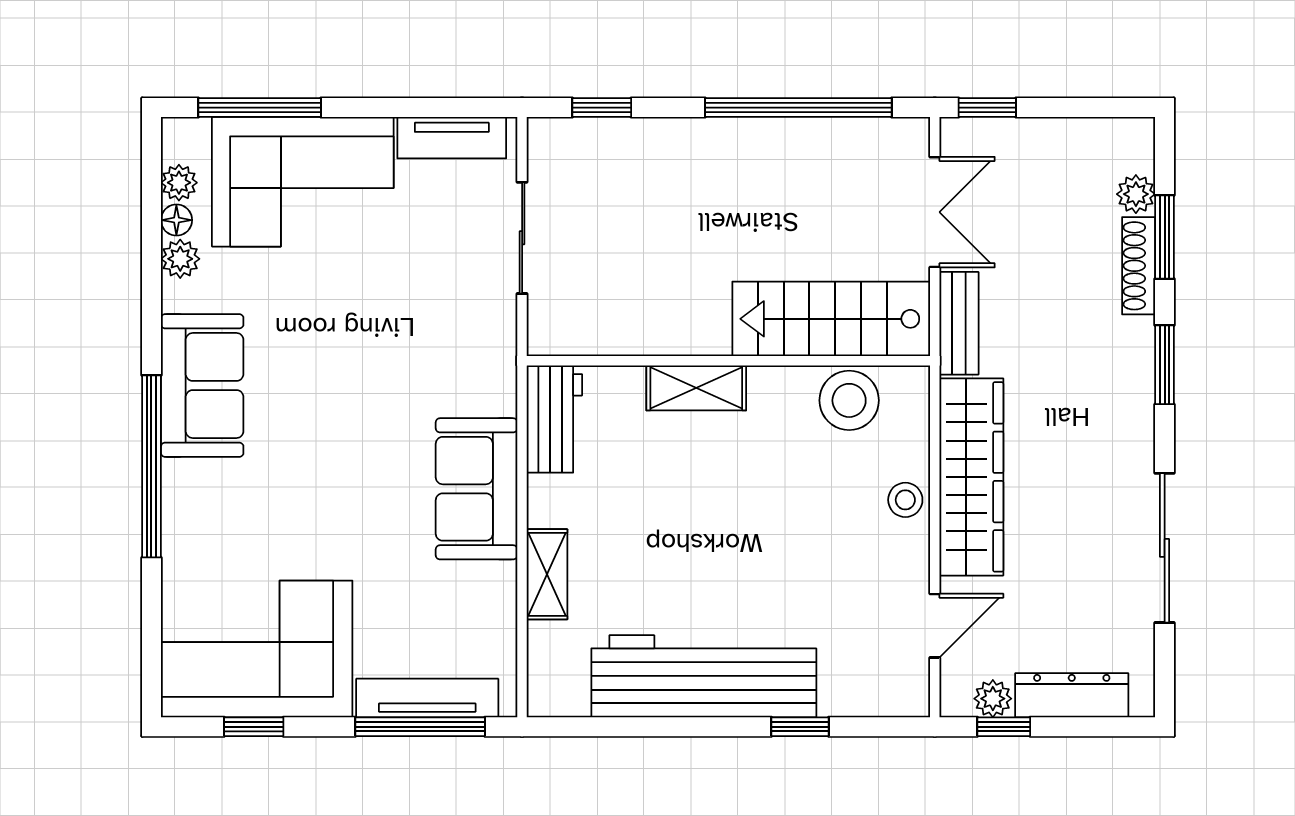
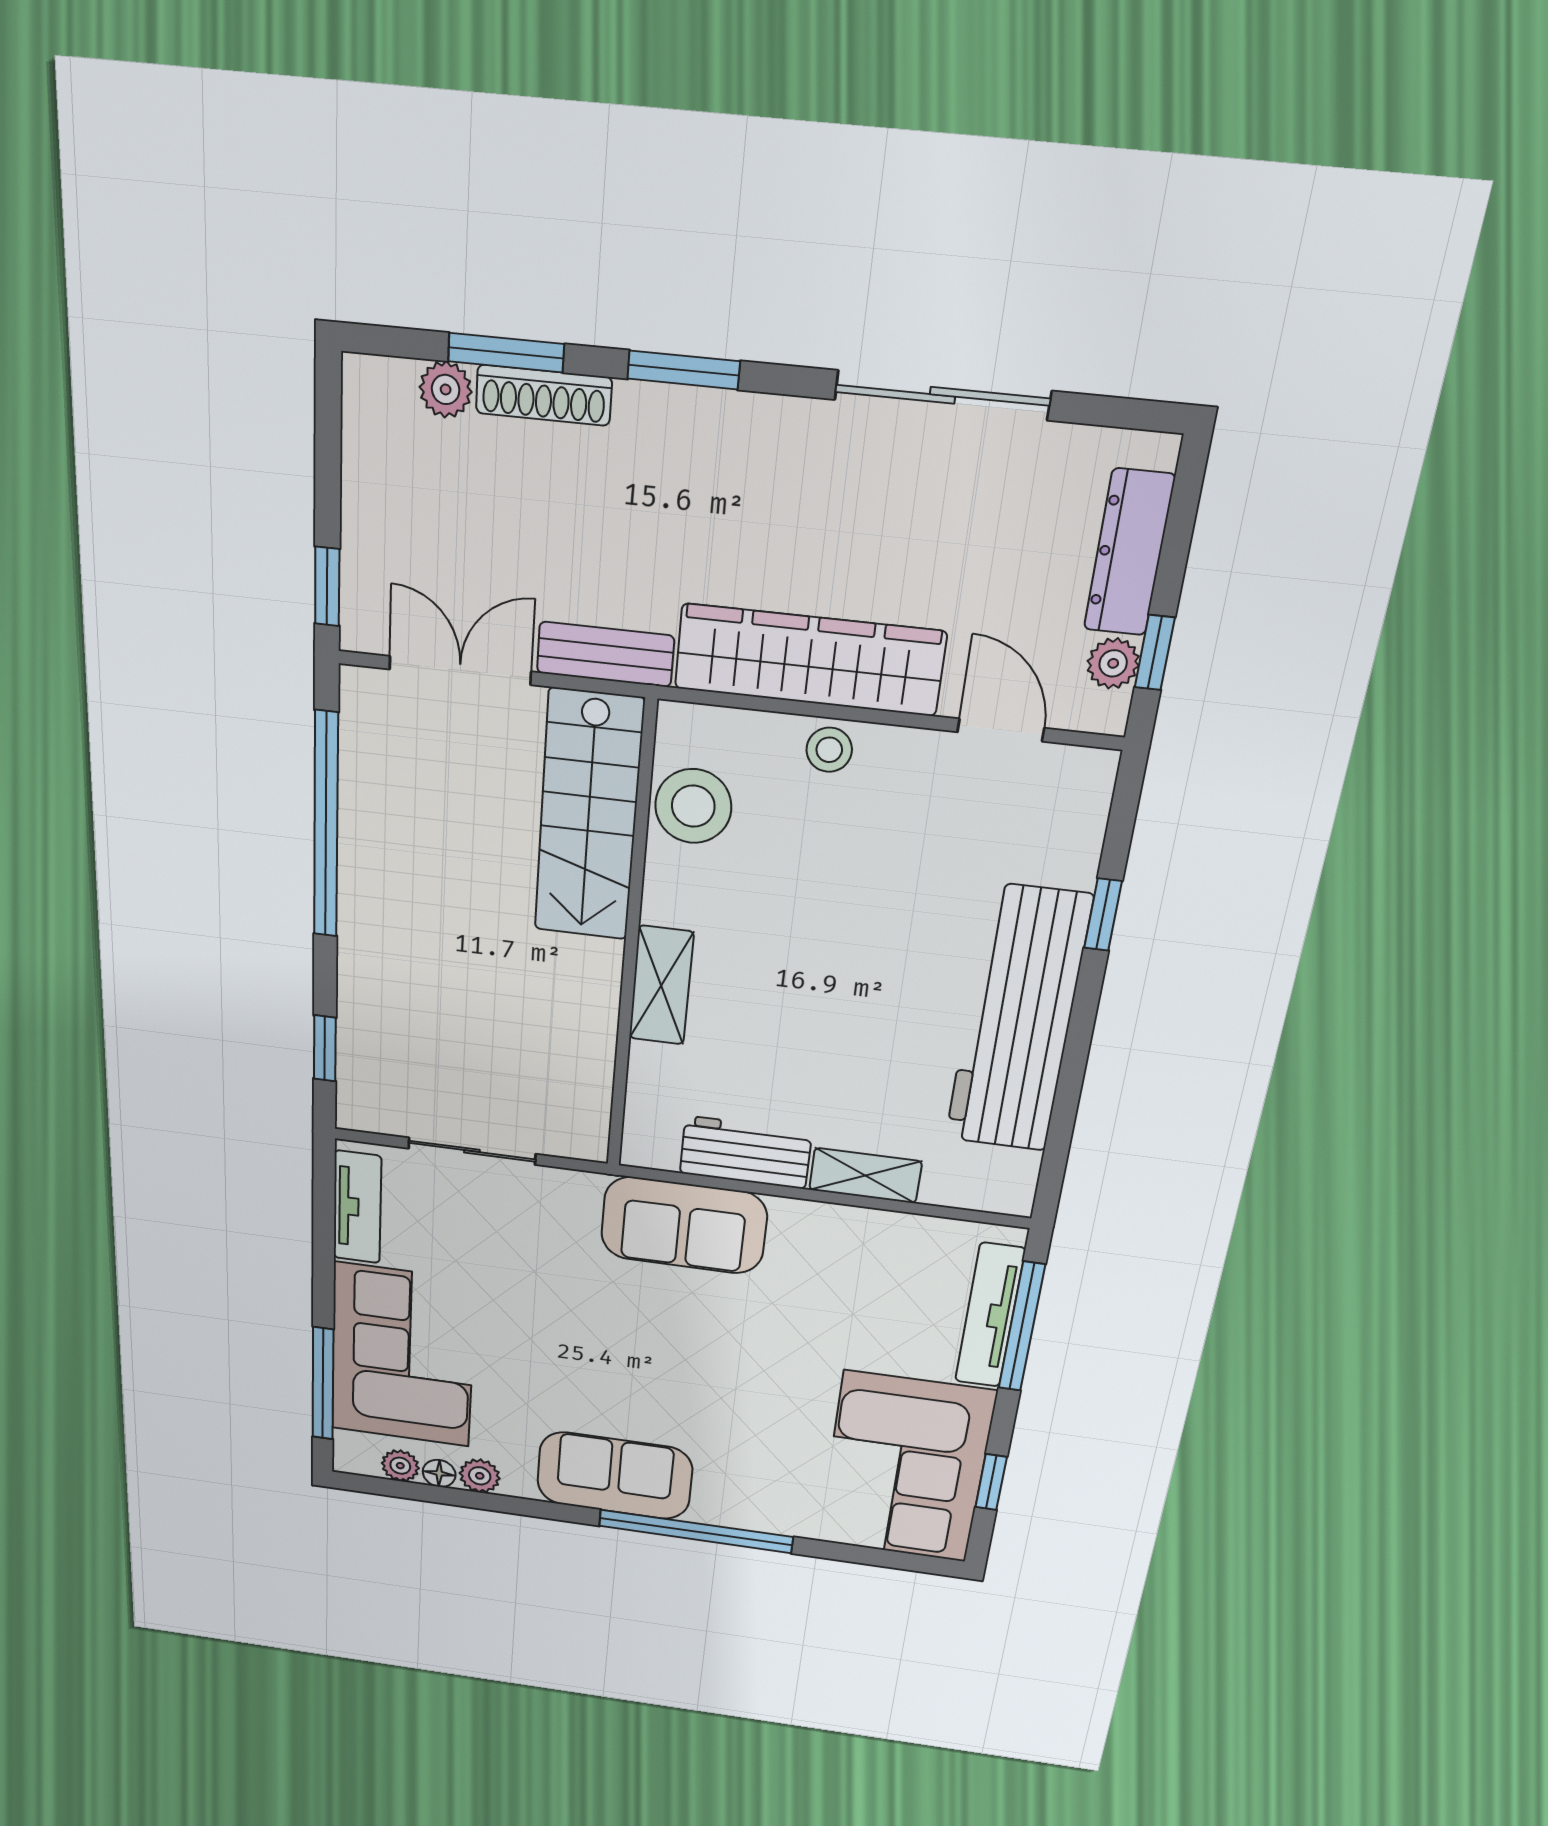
workbench: (554, 419) -> (746, 1152), moved
sofa: (477, 489) -> (684, 1225), moved

